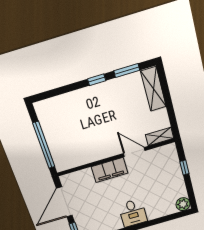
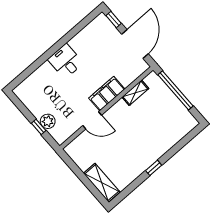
window: (127, 71) -> (132, 187), removed
shelving: (159, 137) -> (135, 93), moved
plant: (183, 204) -> (48, 121), moved

